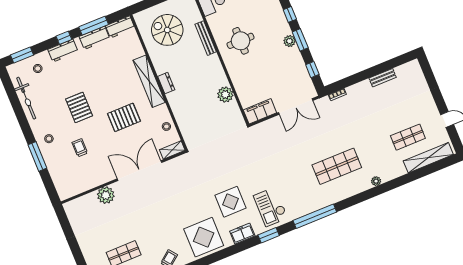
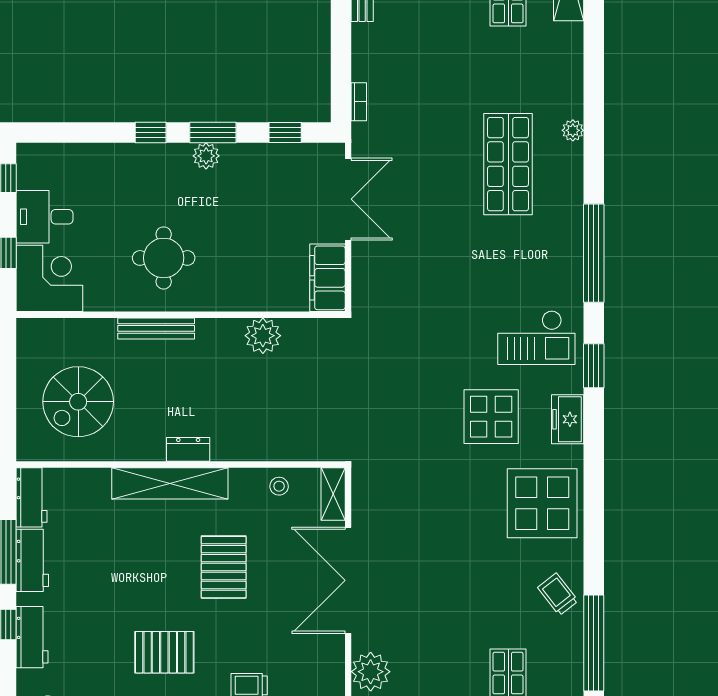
bench: (206, 38) -> (156, 328), moved
plant: (376, 181) -> (573, 130), moved

